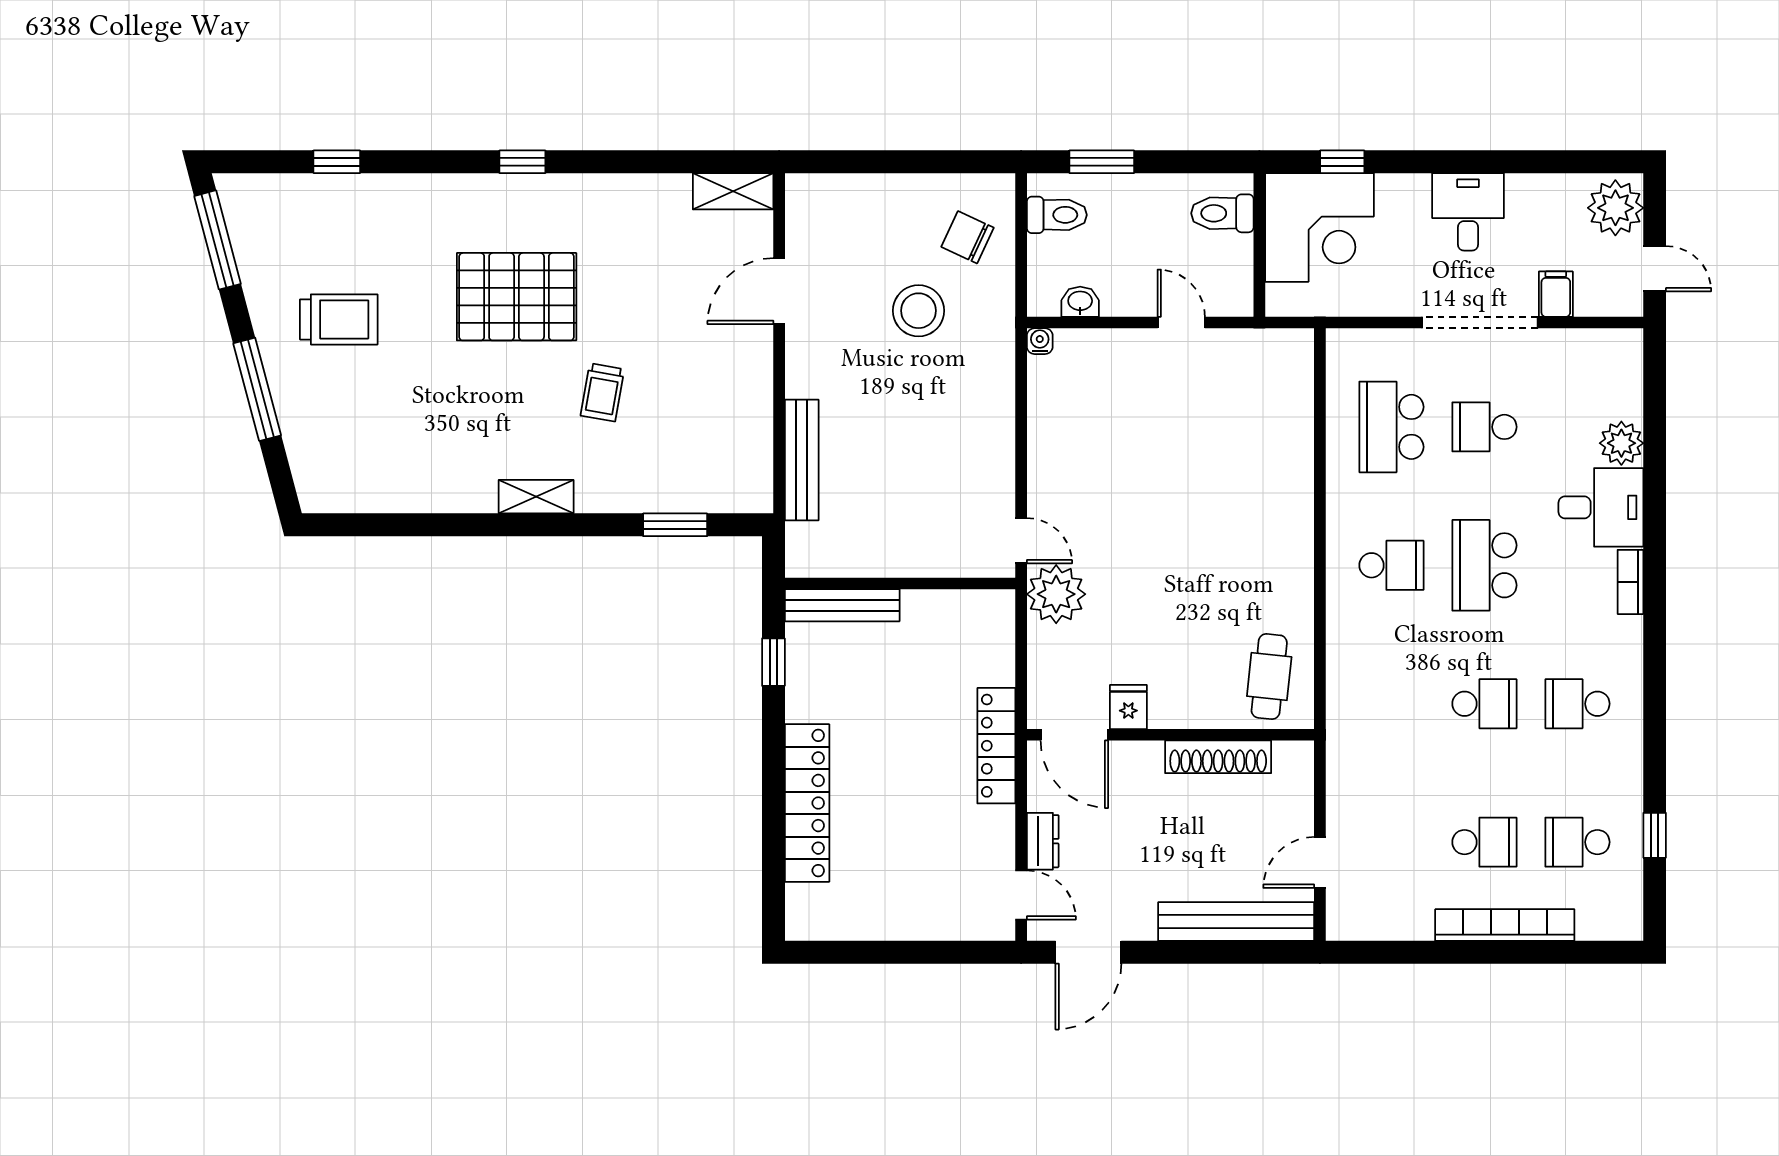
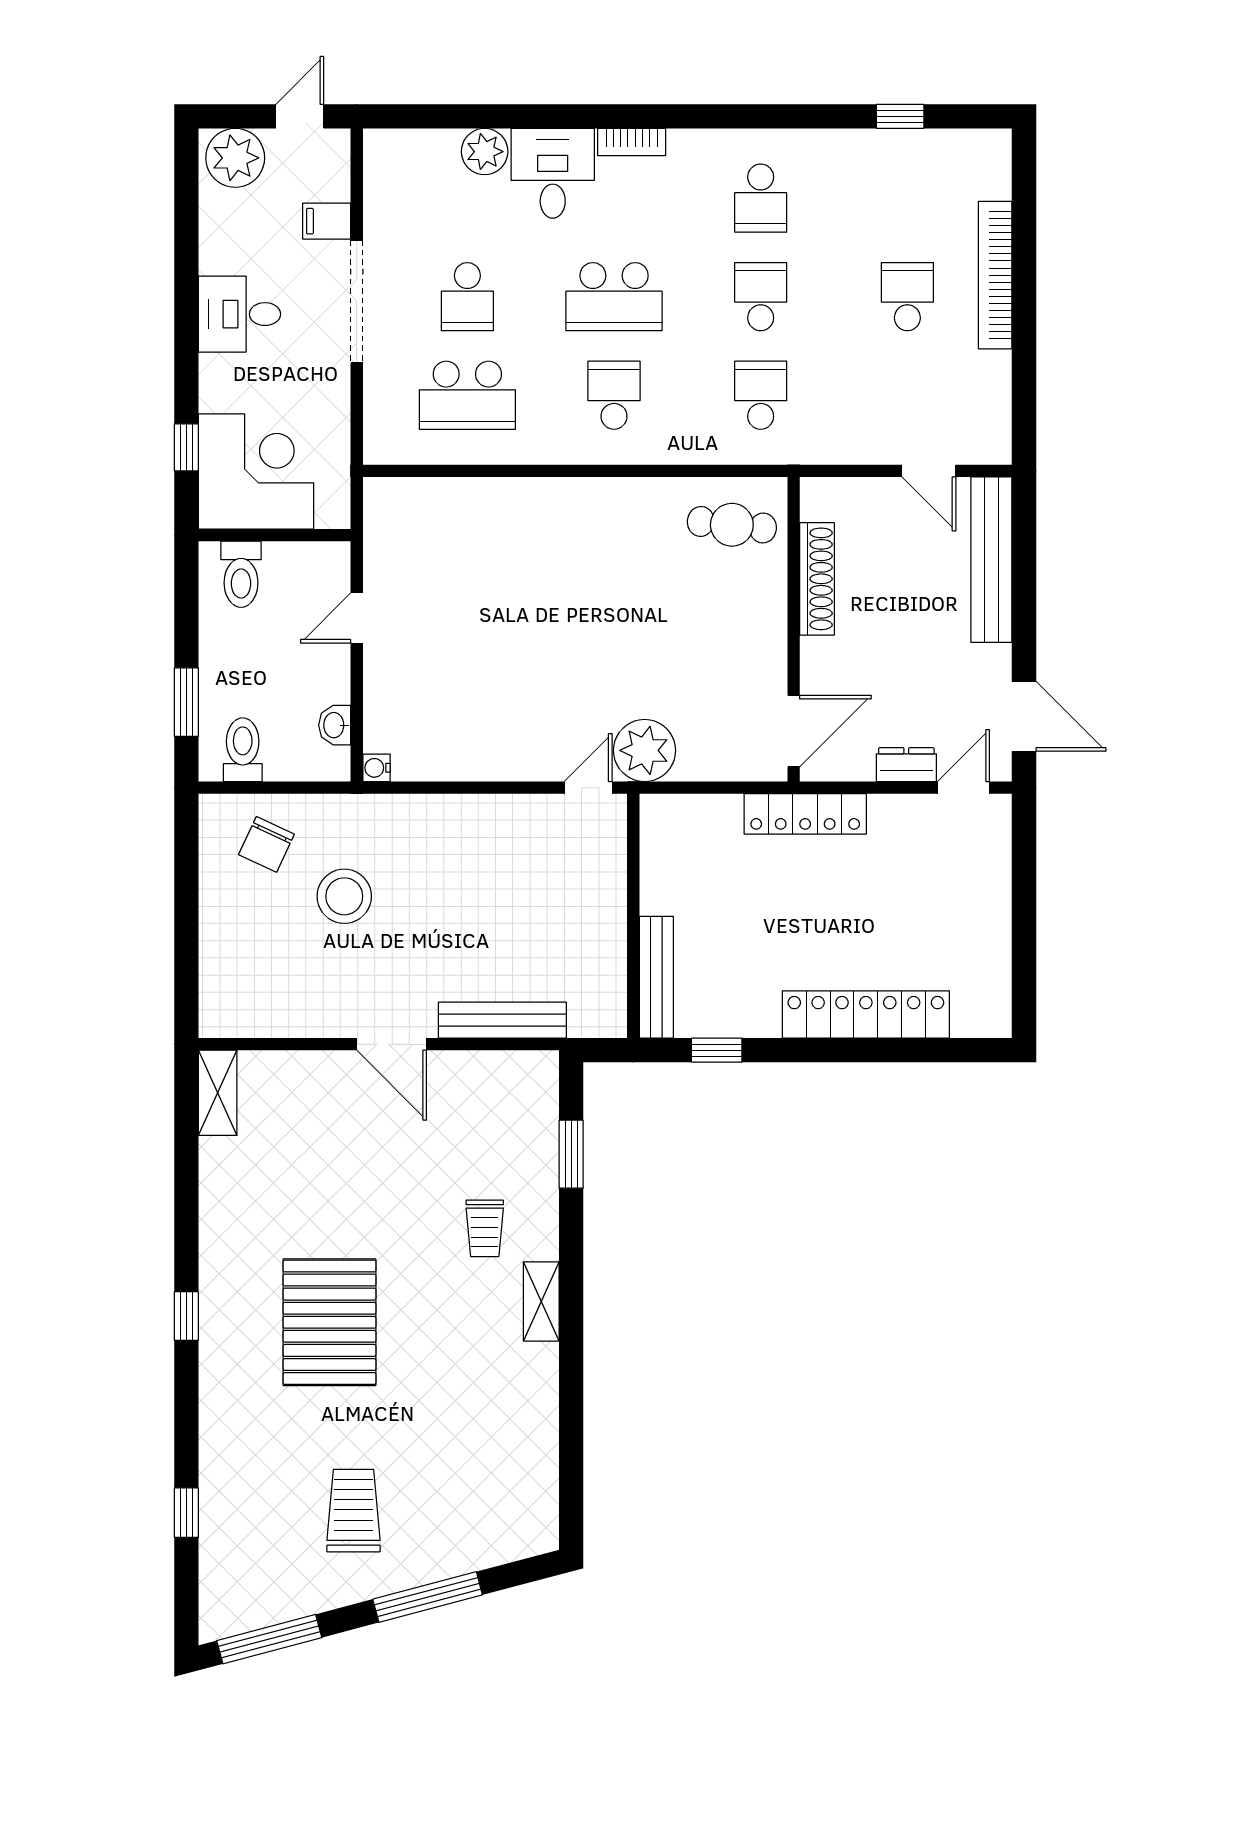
door: (779, 291) -> (392, 1044), moved
trolley: (602, 392) -> (485, 1228), moved, turned 80
fridge: (1128, 707) -> (764, 674), removed
school desk: (1577, 842) -> (761, 395), moved, turned 180

